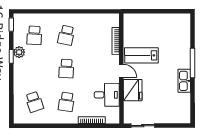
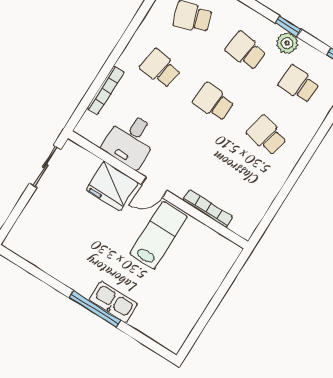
school desk: (34, 69) -> (246, 51), added
kitchen sink: (184, 81) -> (113, 302), moved

